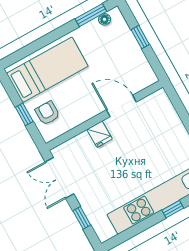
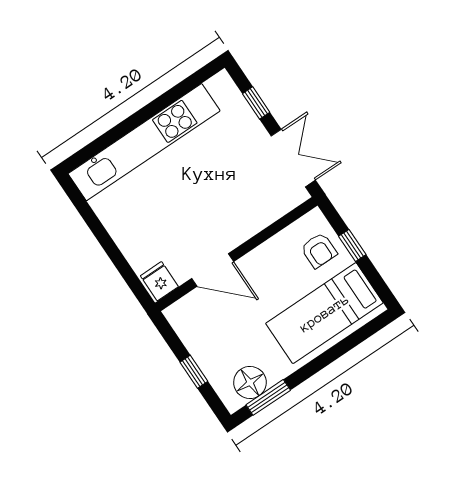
floor lamp: (104, 19) -> (250, 382), width x1.89, depth x1.89
fridge: (99, 134) -> (159, 281), moved
window: (173, 209) -> (126, 127), removed

